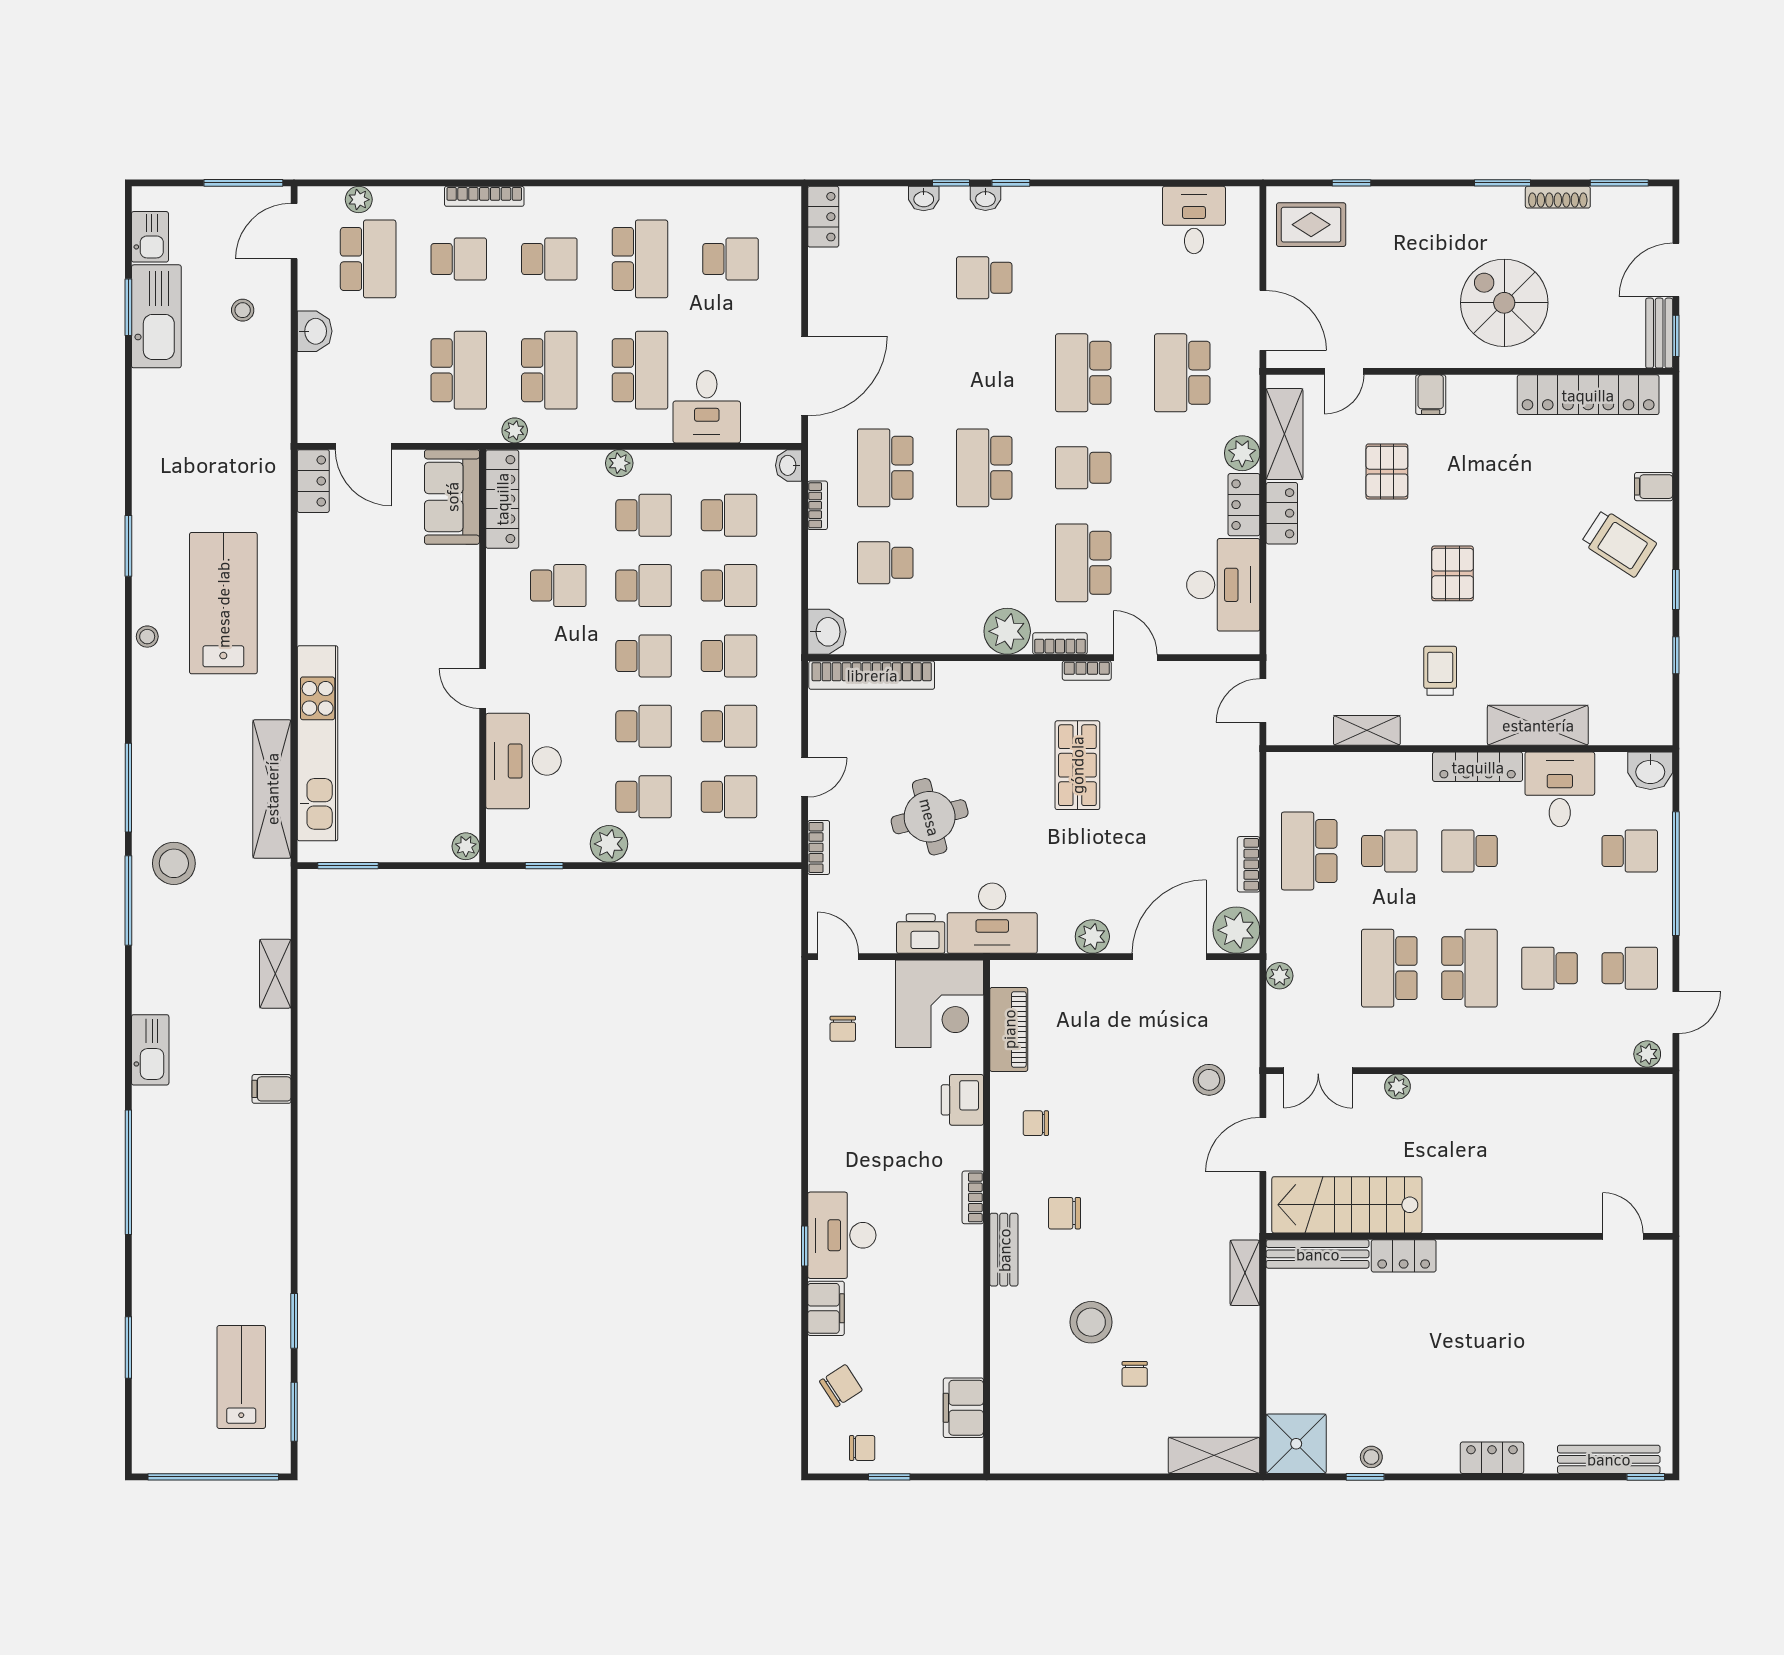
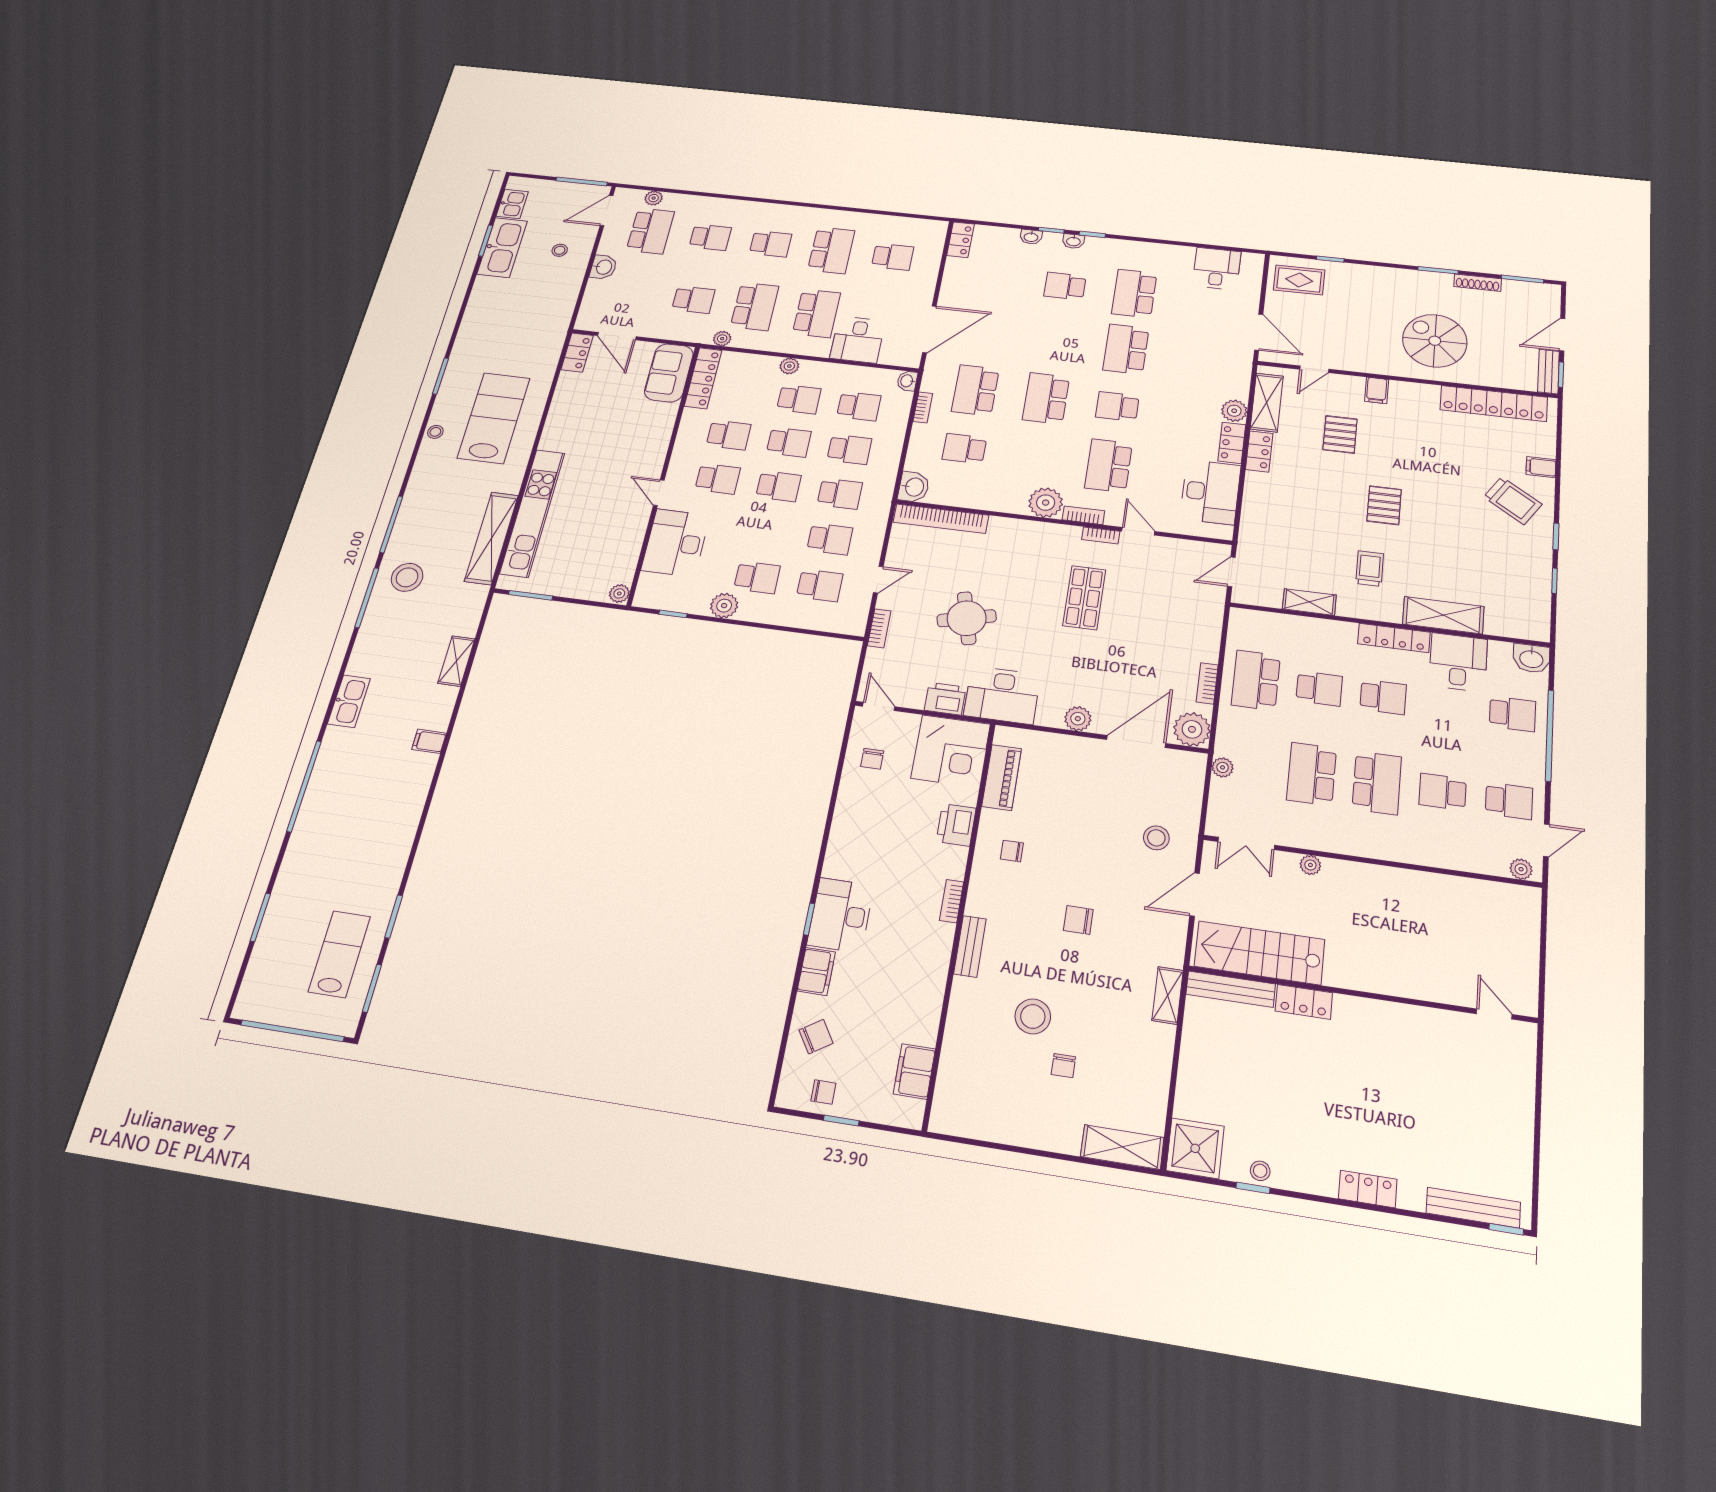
bookcase: (484, 196) -> (736, 205), removed
school desk: (459, 370) -> (693, 300), width x0.54
school desk: (1182, 373) -> (1134, 293), moved
school desk: (644, 726) -> (718, 479), moved
school desk: (1469, 851) -> (1383, 697), turned 180
chair: (1064, 1213) -> (1078, 920), moved

